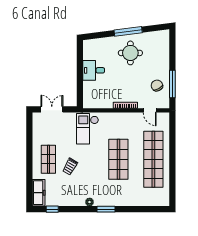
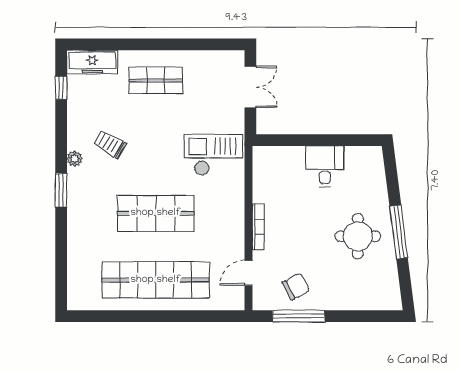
trolley: (70, 167) -> (110, 144), moved

